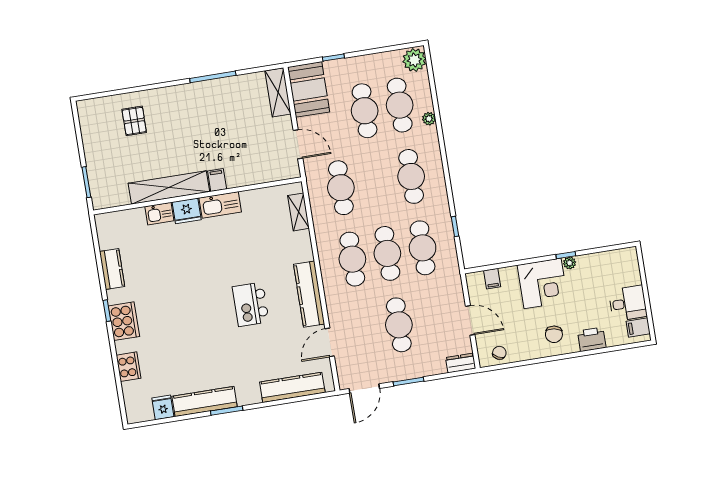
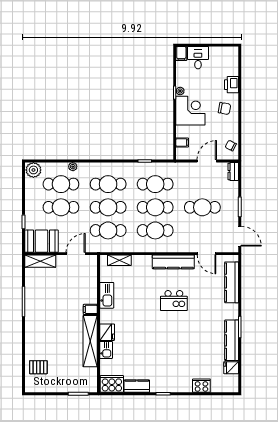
pallet: (134, 121) -> (38, 367), moved
cafe table: (376, 182) -> (108, 207), added
kitchen sink: (220, 205) -> (107, 295), moved
desk: (628, 303) -> (198, 58), moved
cooker: (124, 321) -> (112, 384), moved
filing cabinet: (638, 327) -> (181, 53), moved

